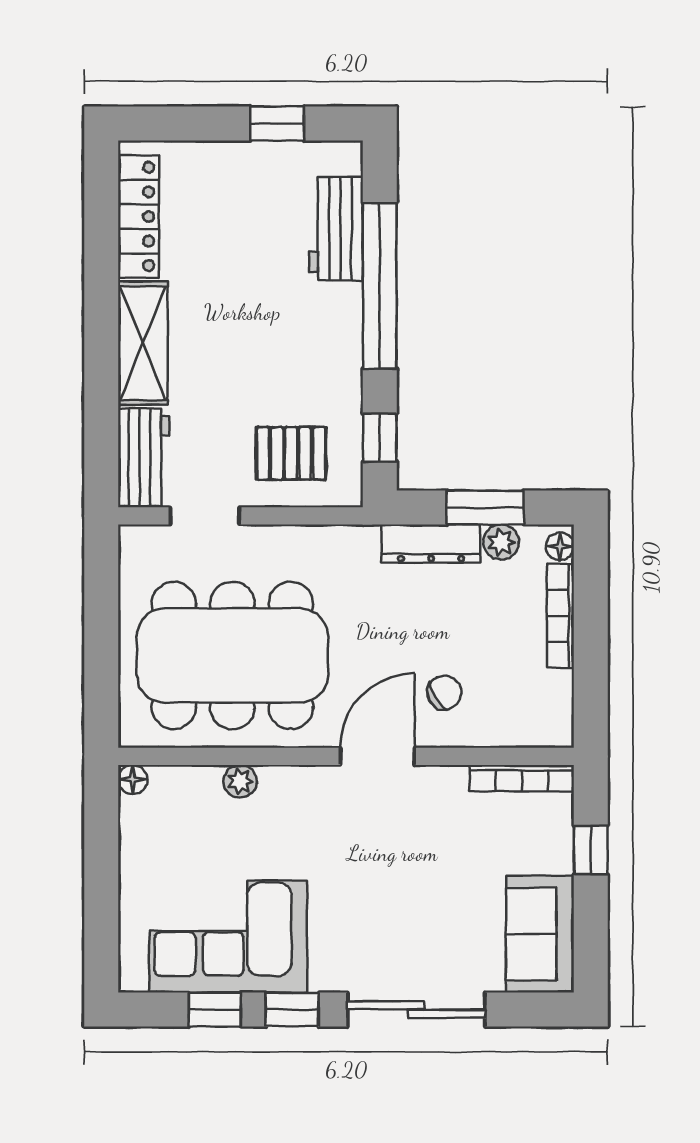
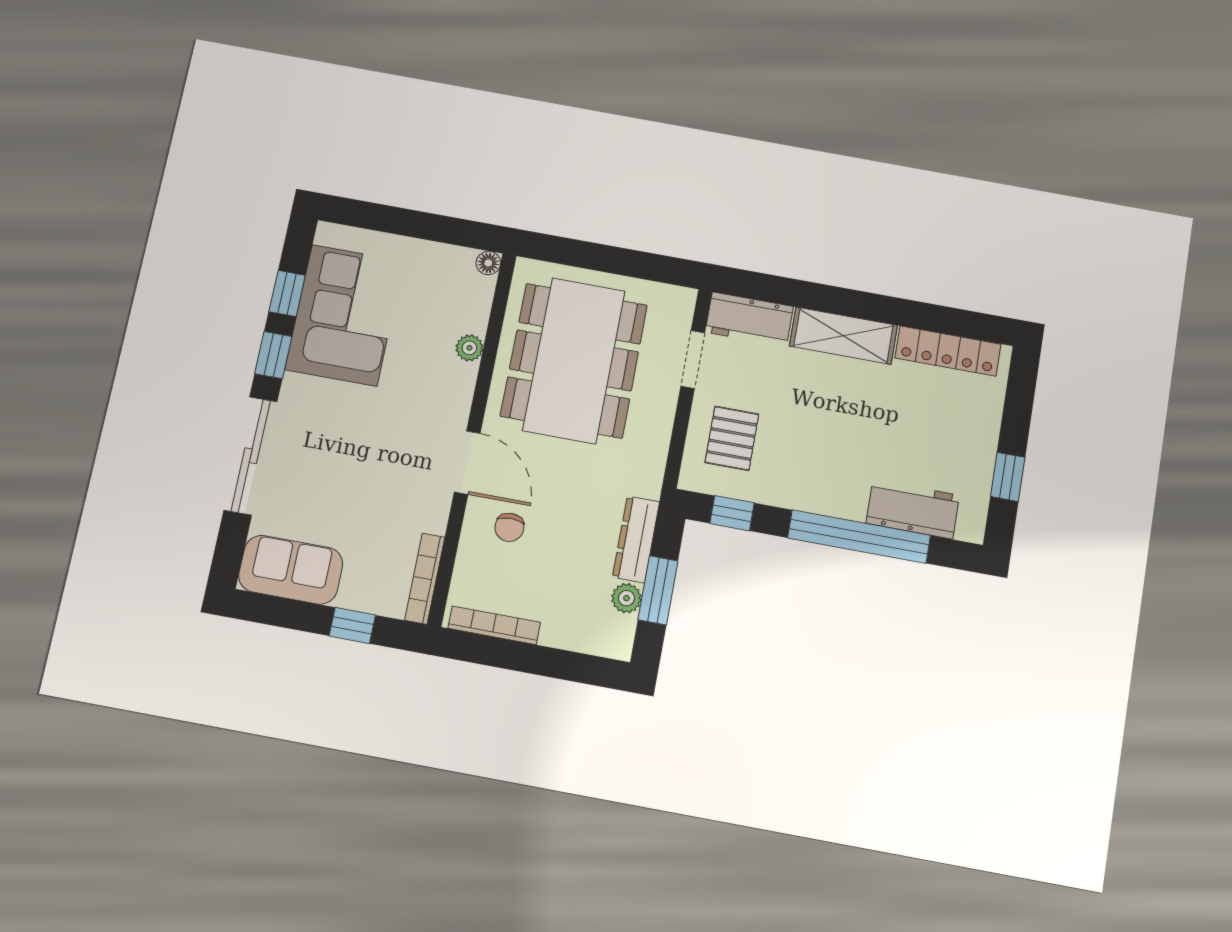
floor lamp: (560, 546) -> (614, 647), removed
bookcase: (560, 616) -> (494, 625), moved
chair: (444, 692) -> (509, 527), turned 30

